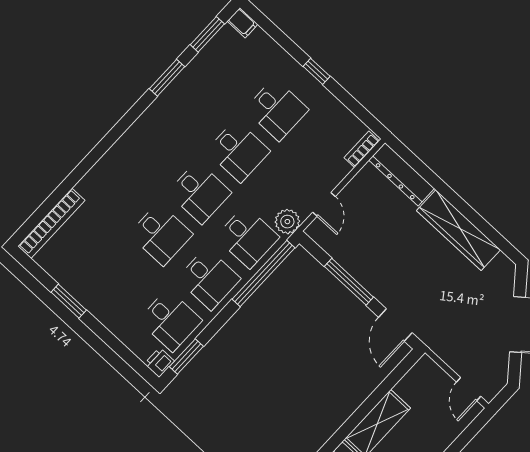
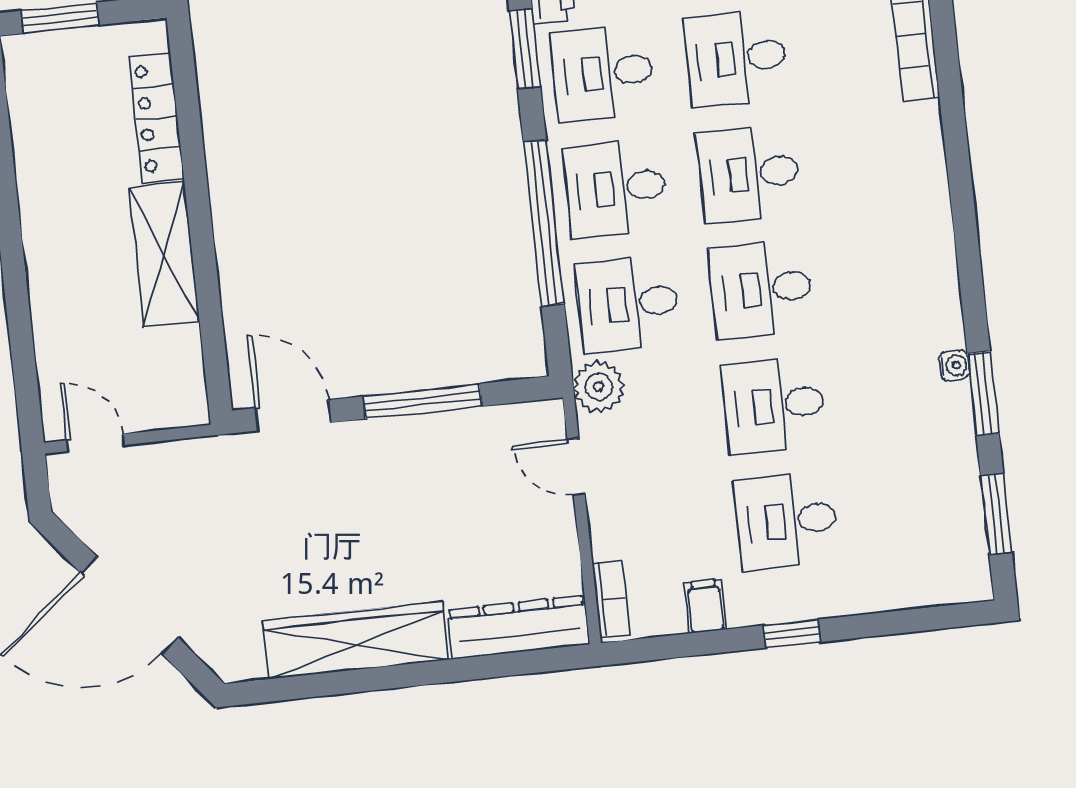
filing cabinet: (242, 23) -> (705, 606), moved, turned 90
water cooler: (166, 97) -> (954, 366), added
window: (264, 274) -> (544, 223), moved
desk: (122, 276) -> (736, 58), added

